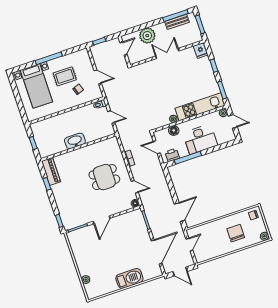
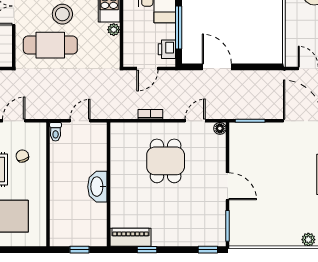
cafe table: (151, 84) -> (50, 45), added
stool: (172, 85) -> (62, 14), added
floor lamp: (174, 130) -> (131, 35), removed
door: (180, 212) -> (217, 67), moved

